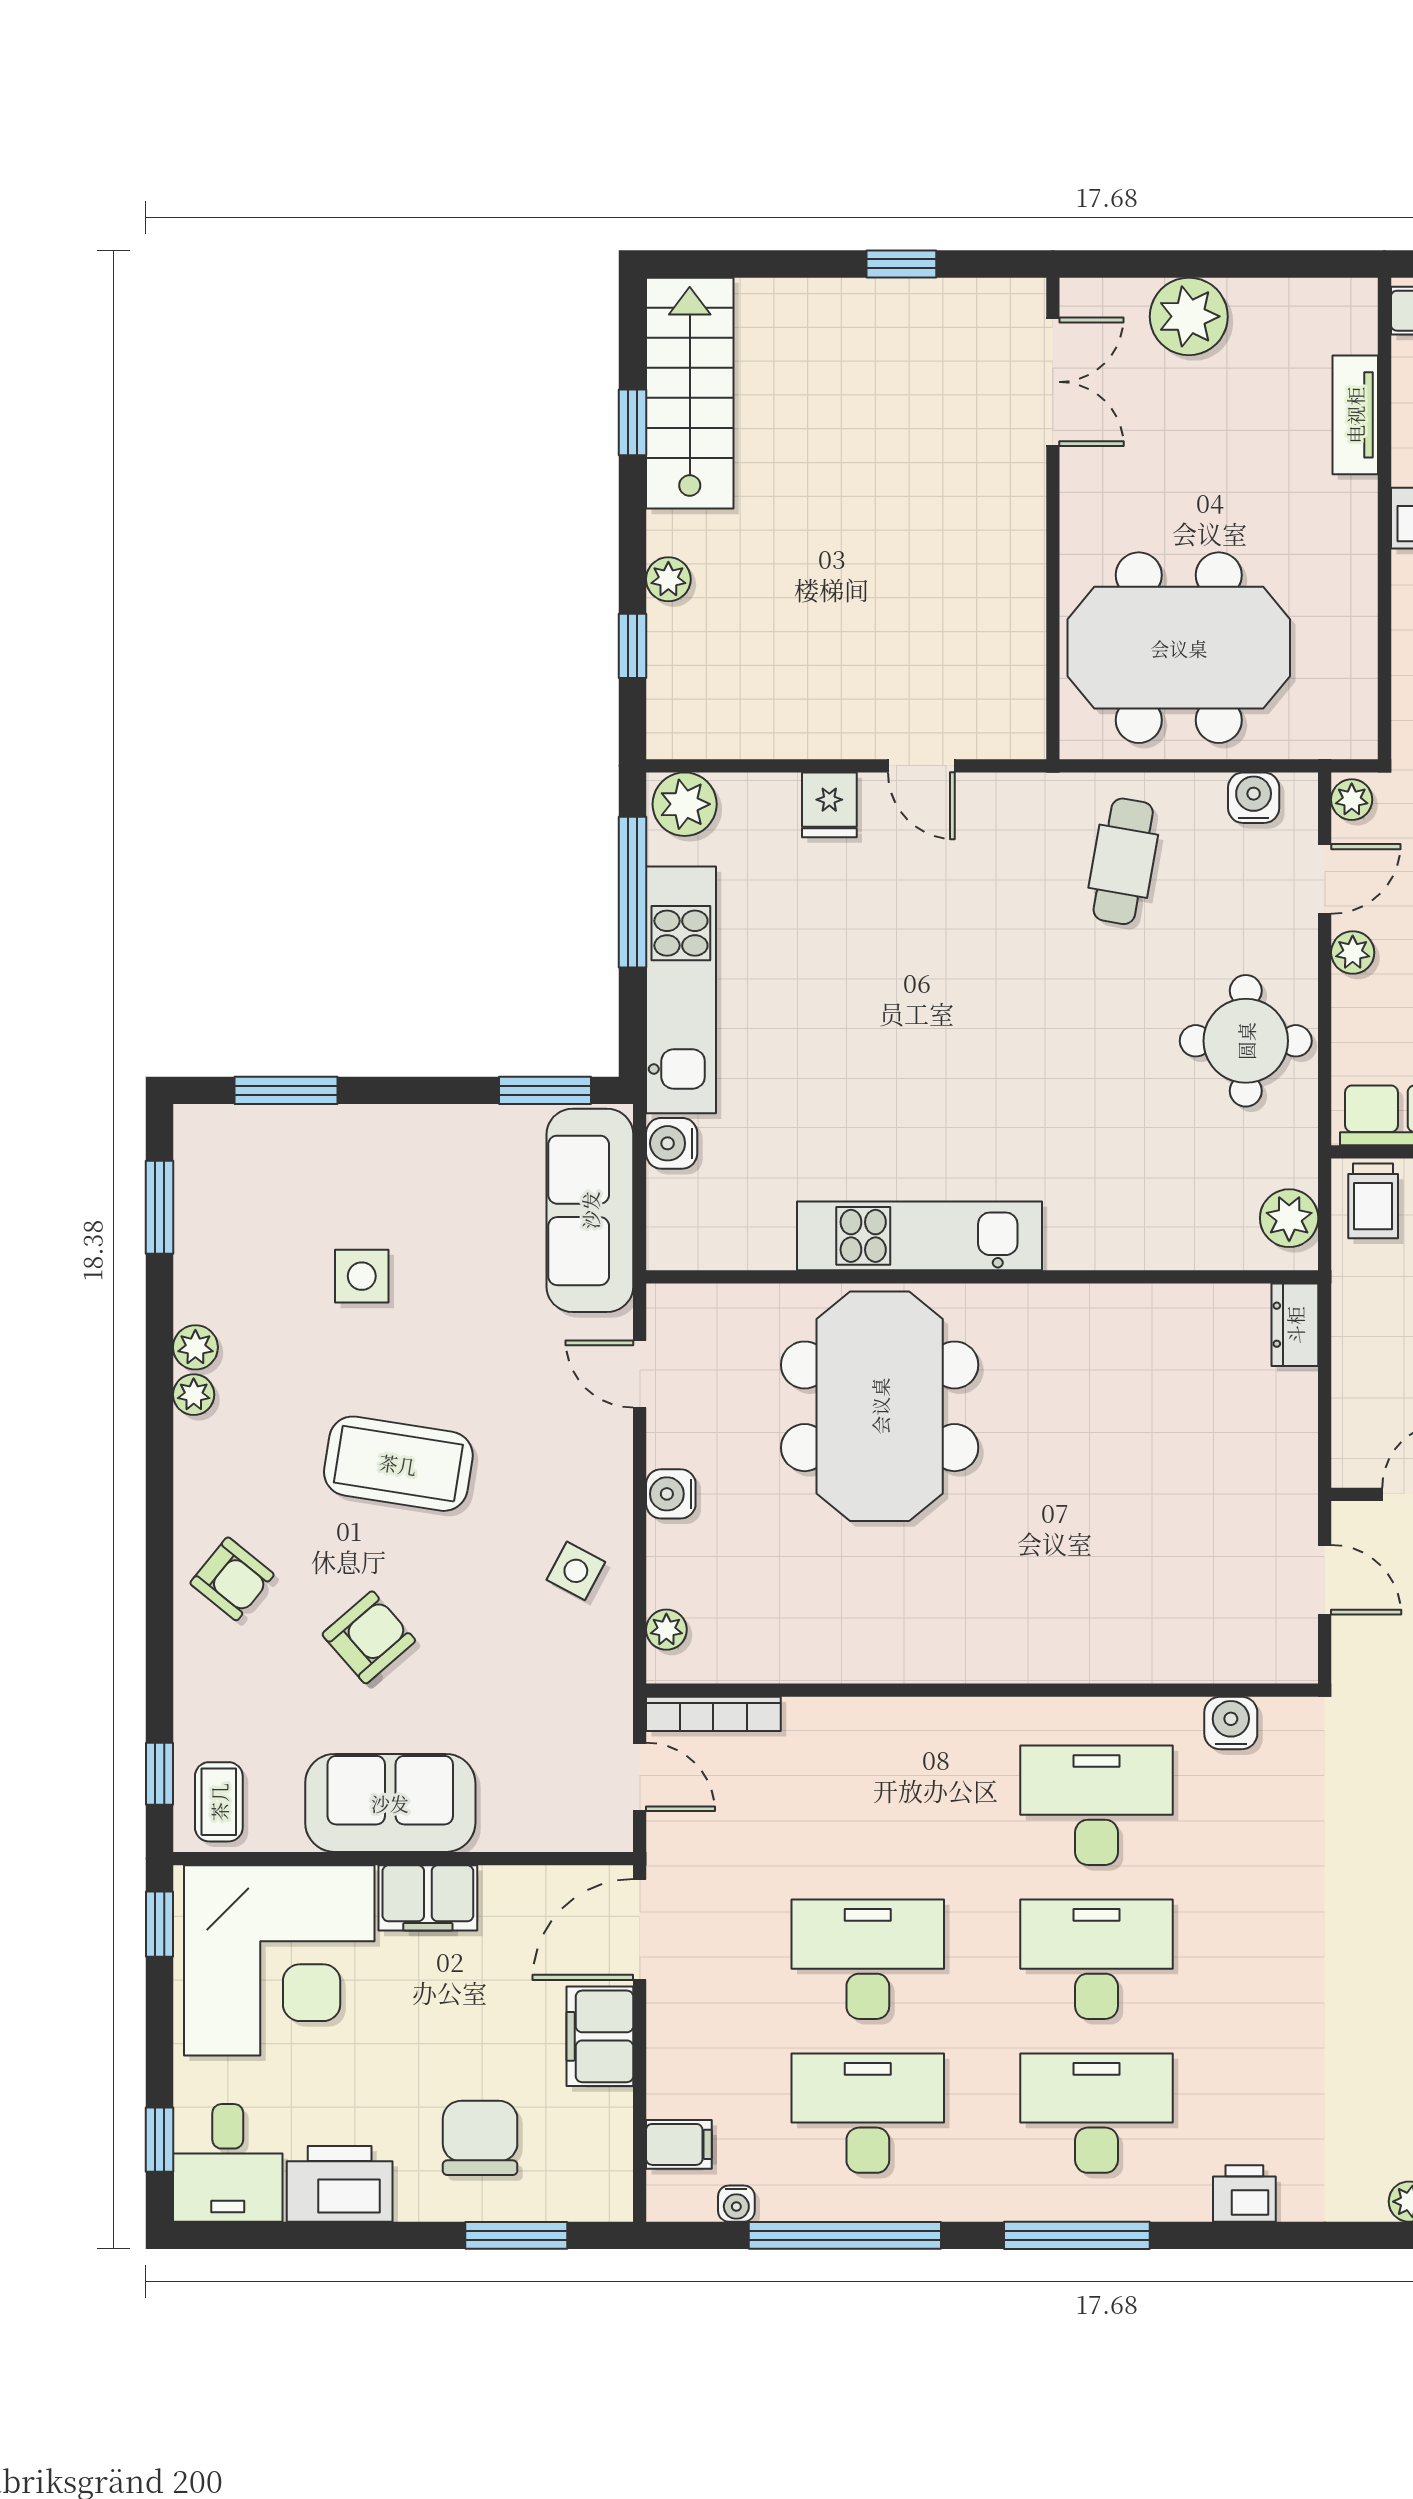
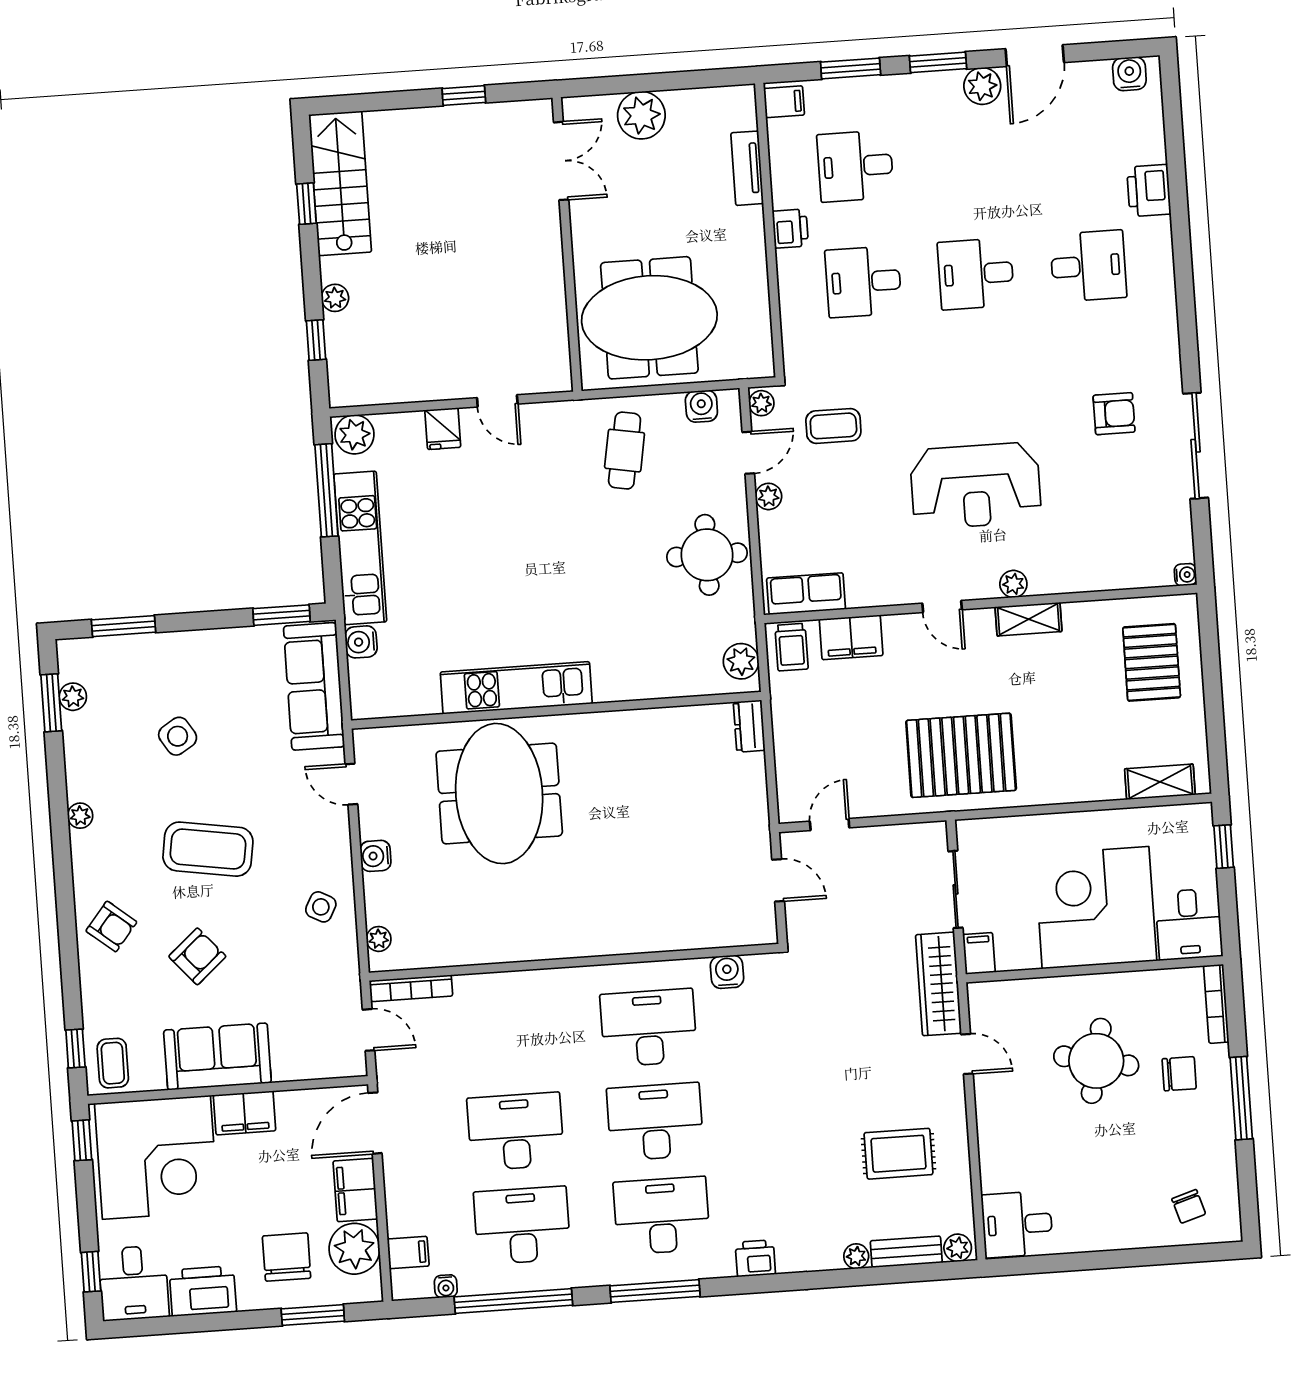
side table: (362, 1276) -> (178, 736), turned -32
plant: (195, 1347) -> (73, 697), moved
plant: (592, 2132) -> (354, 1249), added

